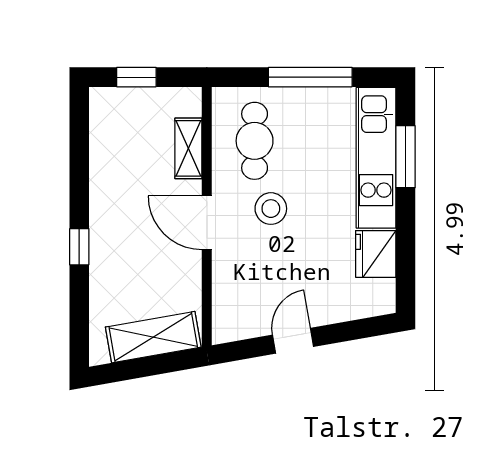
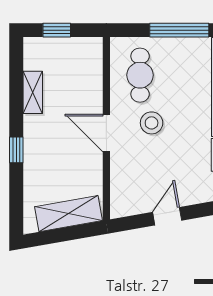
shelving: (188, 148) -> (33, 92), moved

